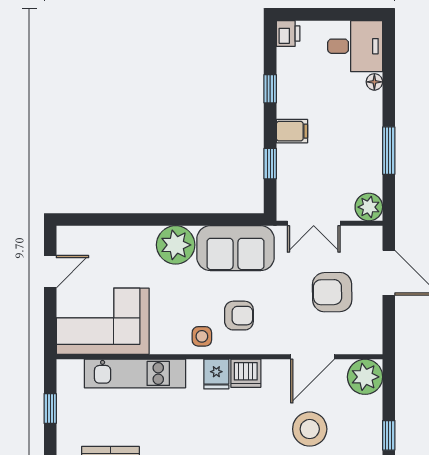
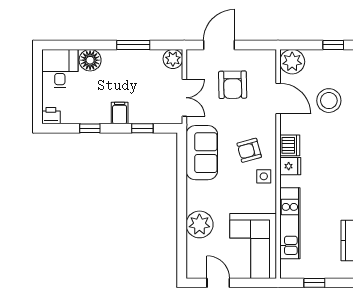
floor lamp: (374, 82) -> (90, 60), width x1.89, depth x1.89
plant: (176, 245) -> (199, 224), moved
armchair: (239, 316) -> (249, 150), turned -105

